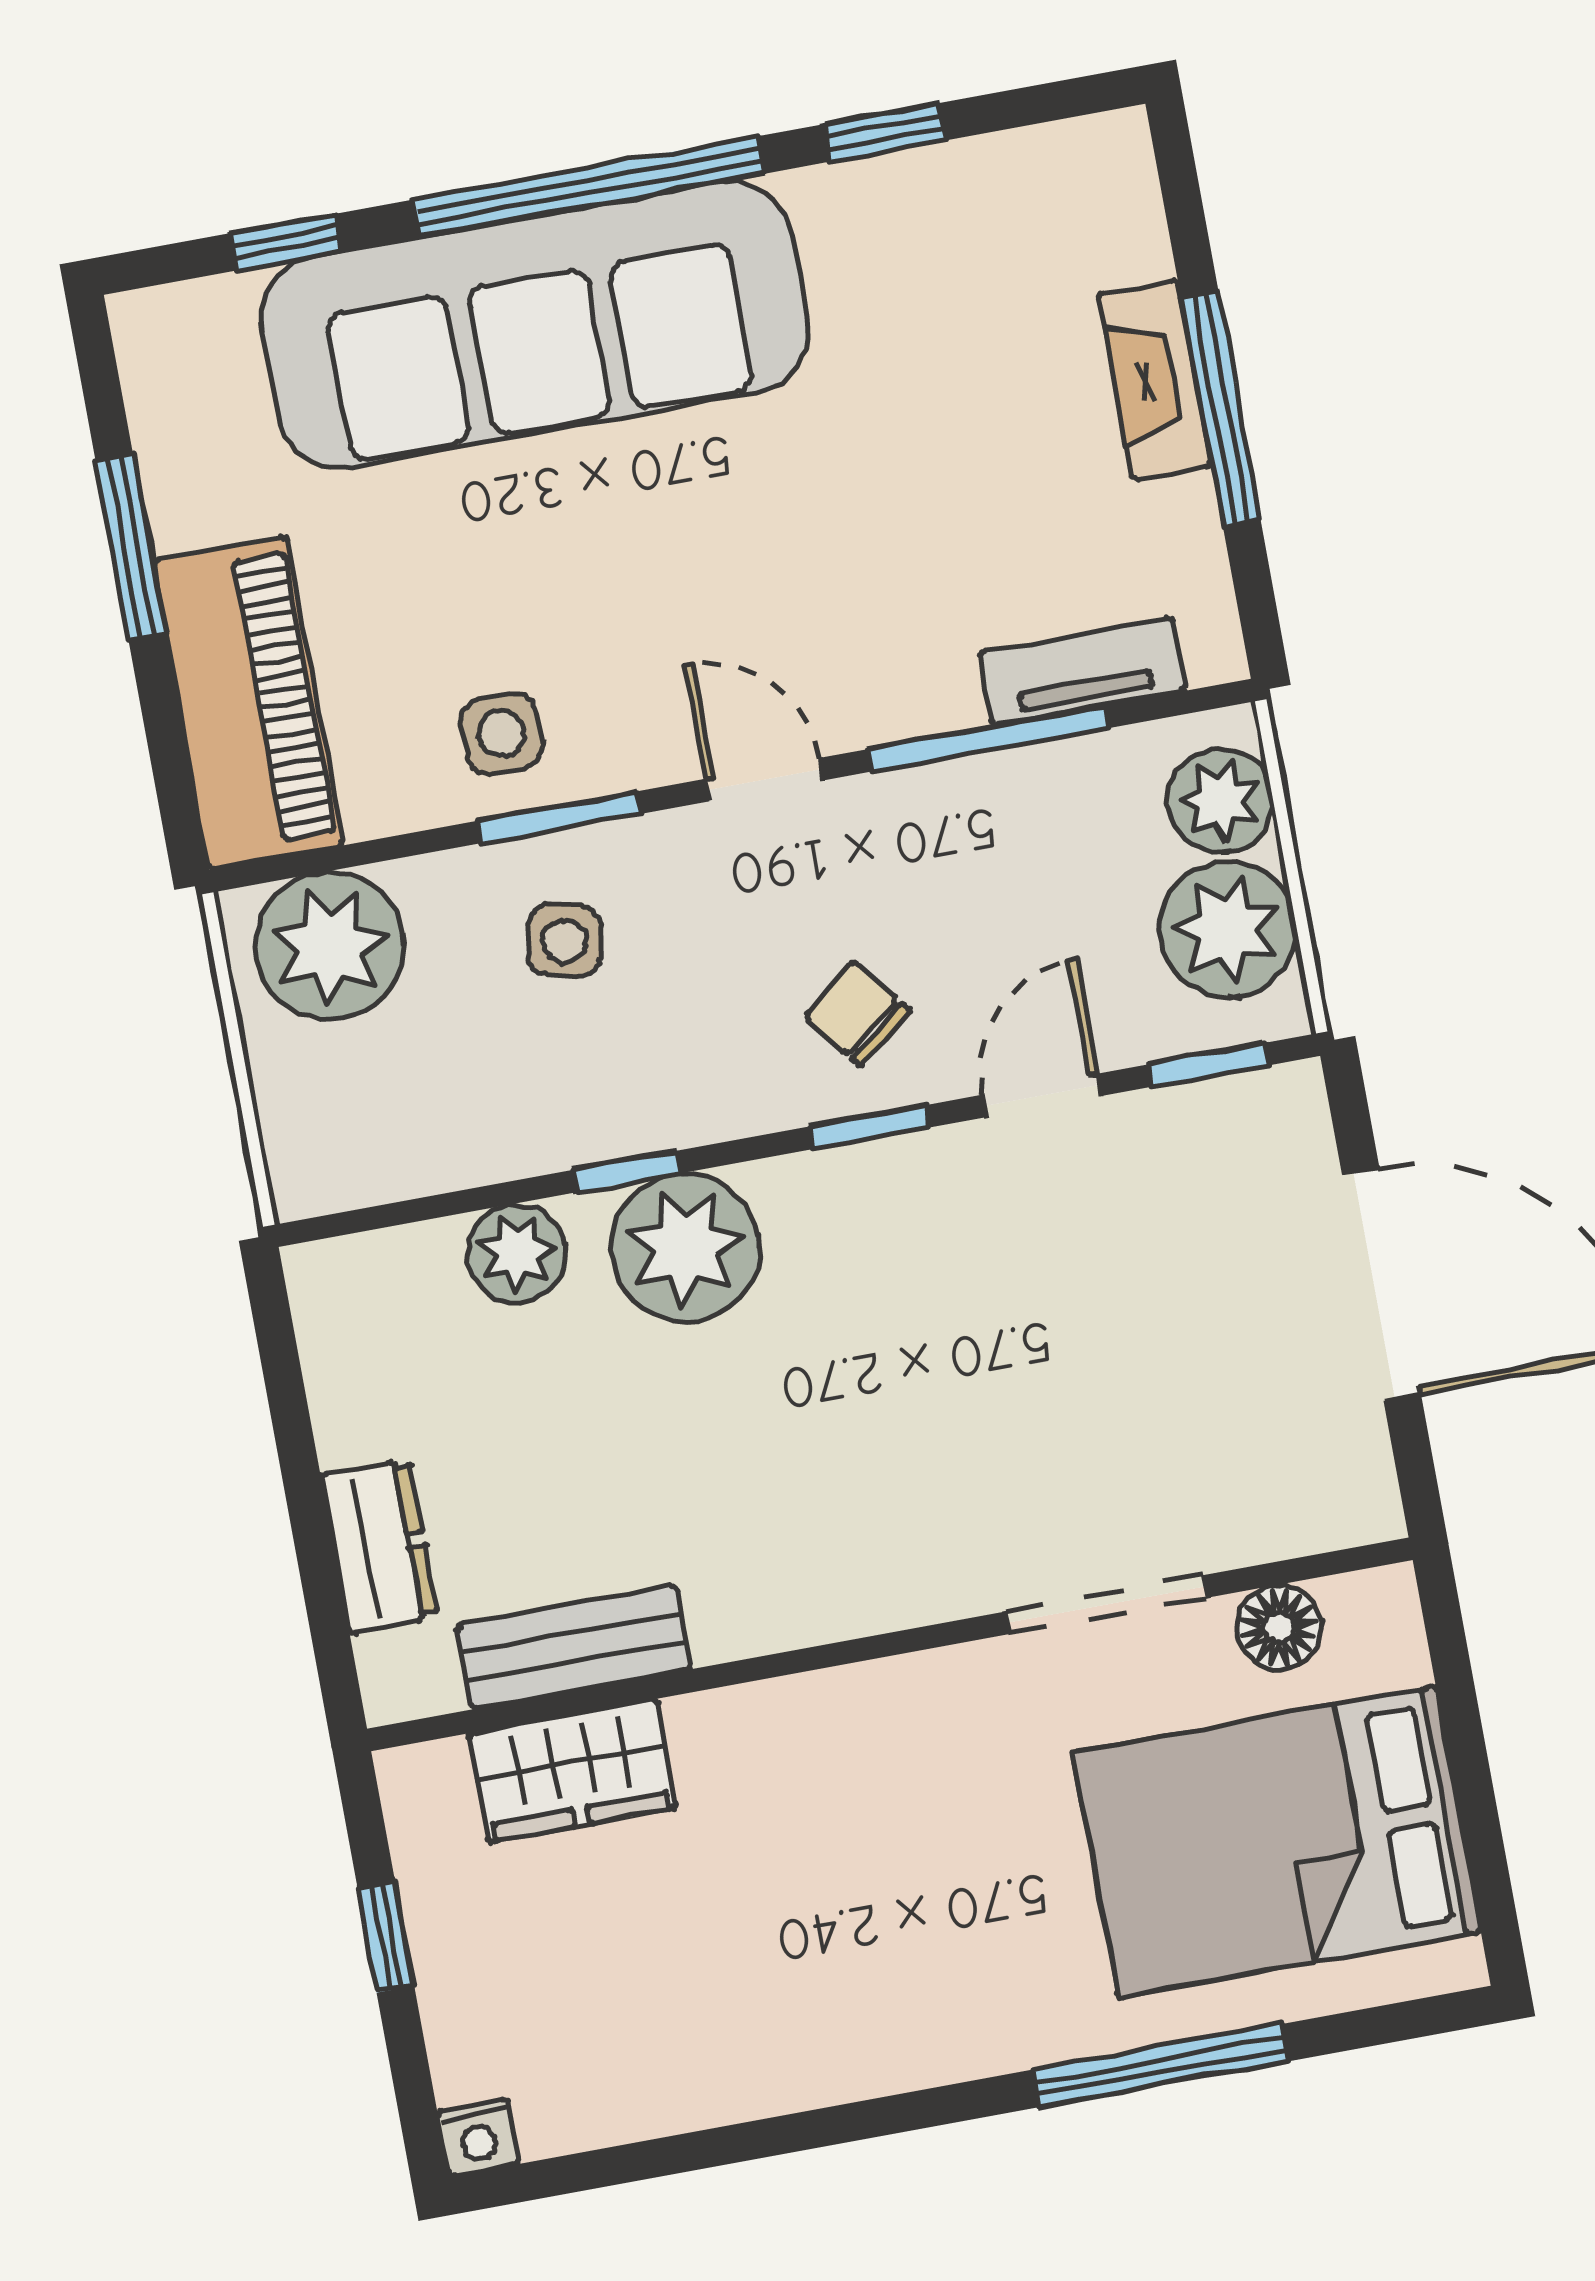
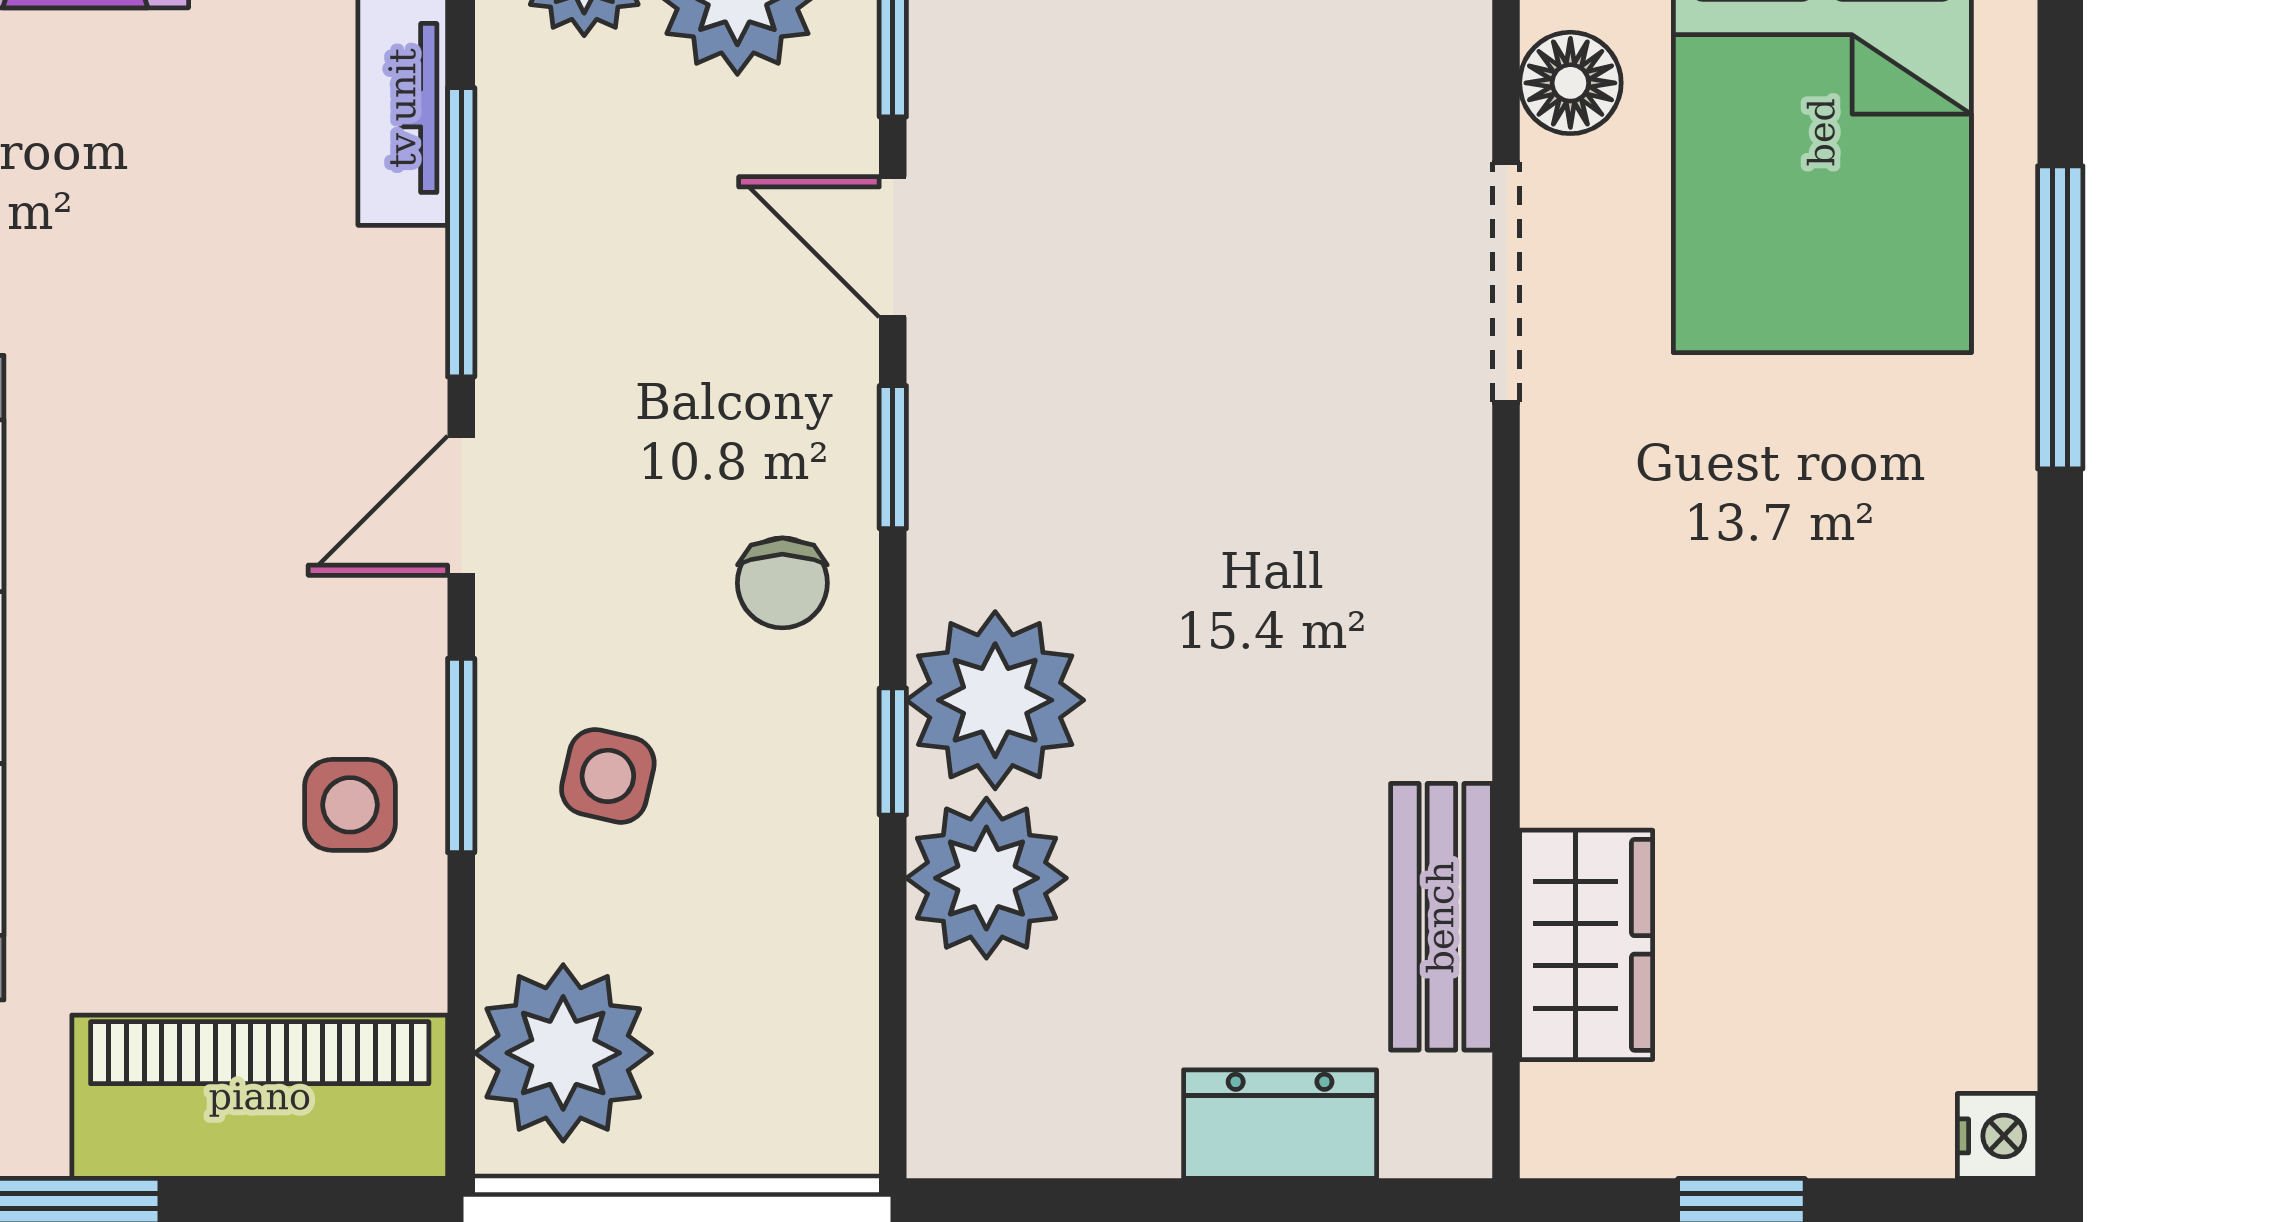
chair: (858, 1014) -> (782, 583), moved, turned -52
plant: (517, 1253) -> (986, 878), width x1.36, depth x1.36

